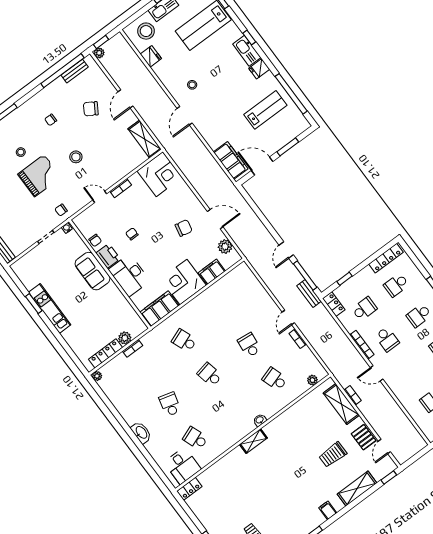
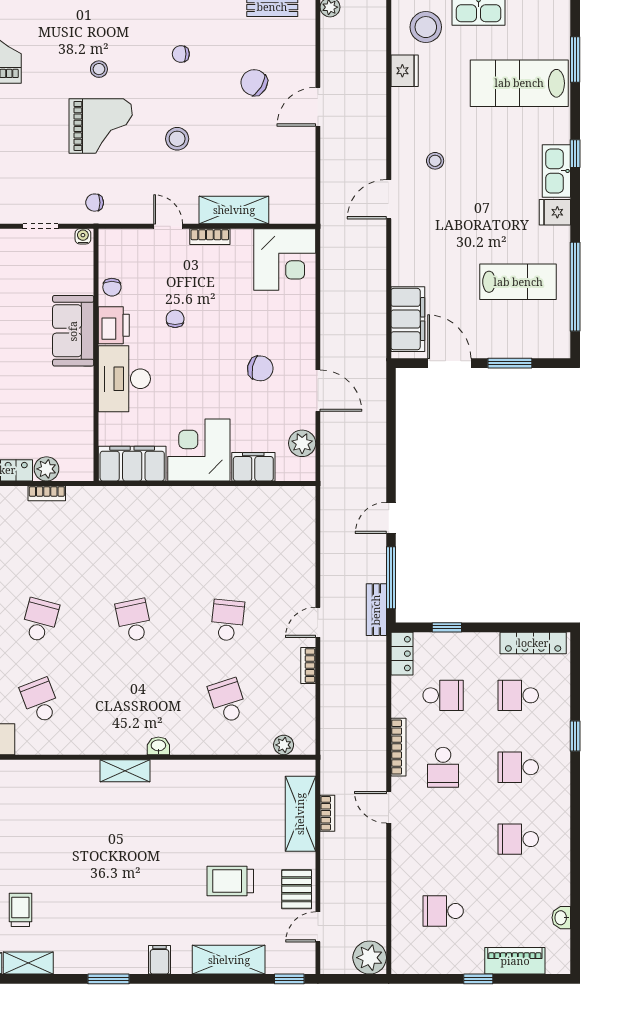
shelving: (145, 139) -> (234, 210), moved, turned 90
school desk: (184, 341) -> (134, 540), removed
plant: (416, 443) -> (370, 958), added

